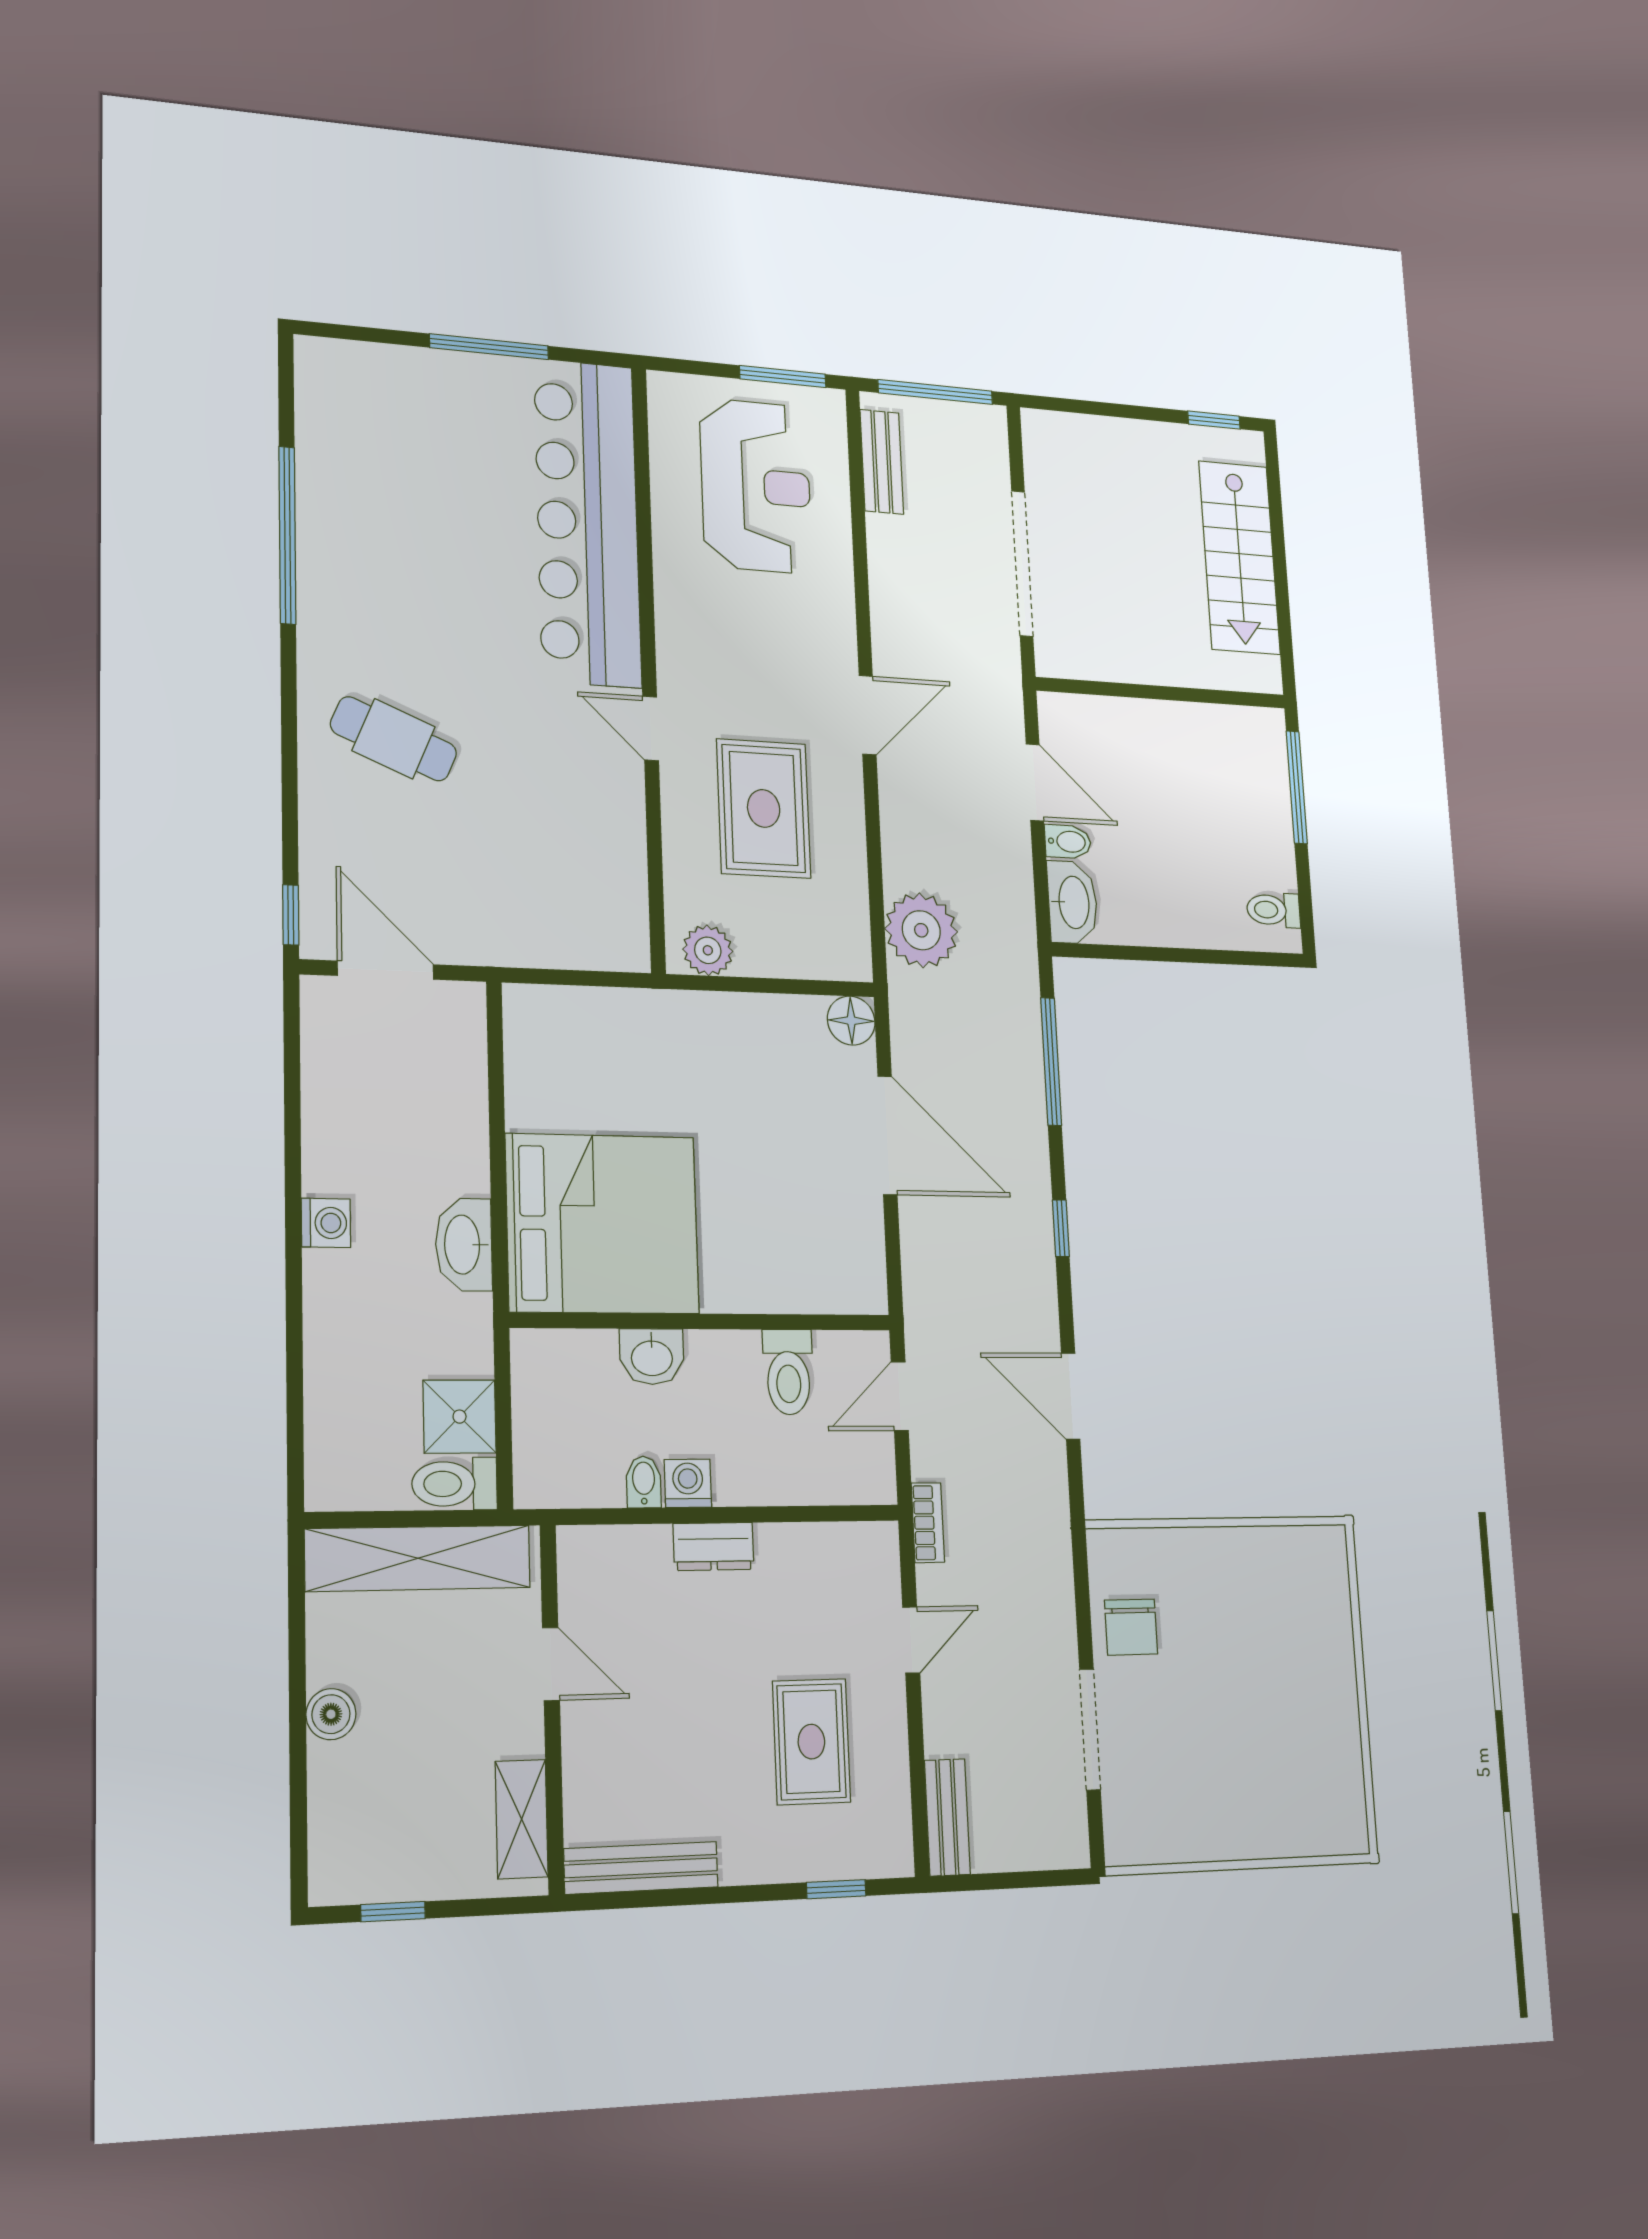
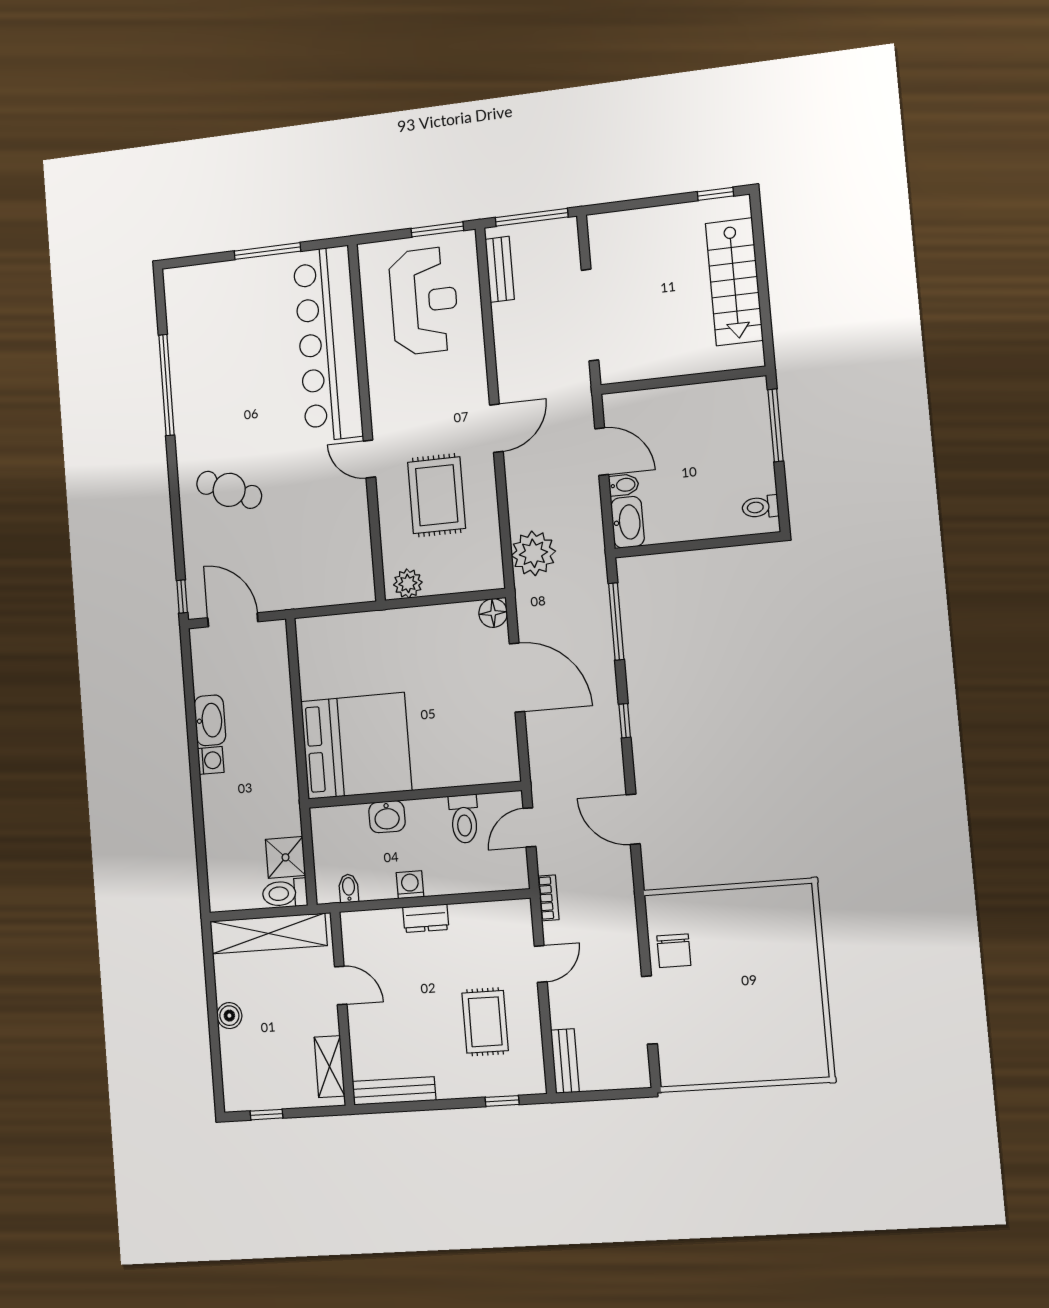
washbasin: (464, 1245) -> (210, 720), moved, turned 180
bidet: (644, 1482) -> (349, 888), moved

